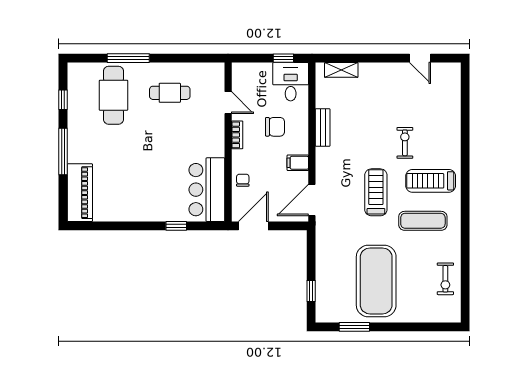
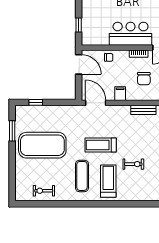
bar counter: (207, 190) -> (131, 34), moved
treadmill: (376, 192) -> (101, 145), turned 180
window: (176, 226) -> (79, 25), moved

